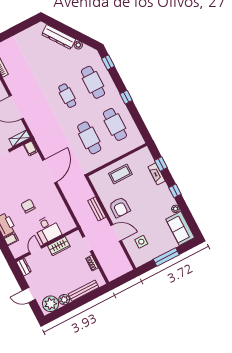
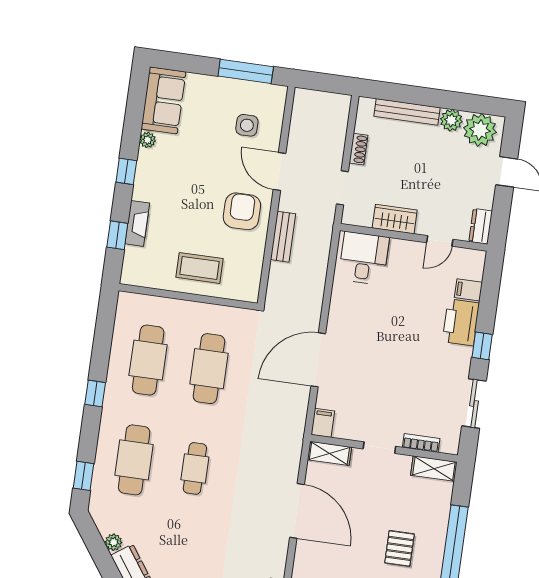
chair: (28, 206) -> (399, 326), removed
desk: (47, 229) -> (364, 258), moved
window: (166, 257) -> (246, 71), moved

